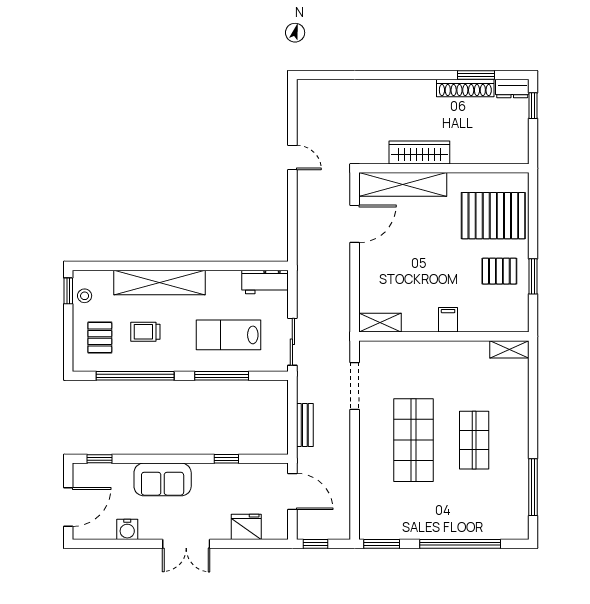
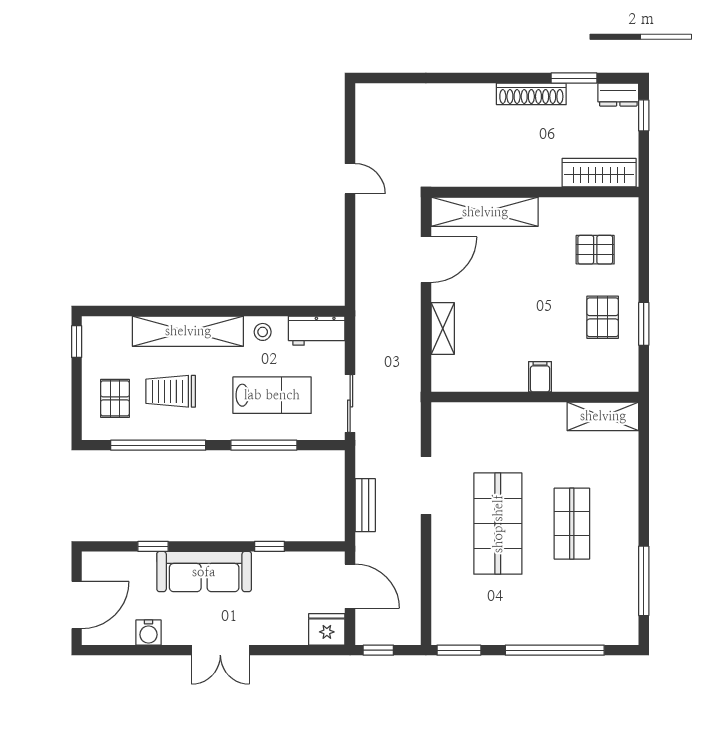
shoe rack: (465, 88) -> (531, 94), moved
wardrobe: (419, 152) -> (599, 173), moved
pallet: (493, 216) -> (595, 250), width x0.49, depth x0.50
pallet: (499, 271) -> (603, 317), turned 90
stool: (85, 296) -> (263, 332), moved
shelving: (380, 323) -> (443, 329), moved, turned 90
trolley: (145, 332) -> (171, 391), width x1.36, depth x1.39
lab bench: (228, 335) -> (272, 395), turned 180
shelving: (509, 349) -> (603, 416), width x1.50, depth x1.33
doorway: (355, 386) -> (426, 486), moved
window: (100, 459) -> (153, 546), moved
sofa: (163, 479) -> (204, 572), width x1.36
fridge: (246, 527) -> (327, 629), moved

